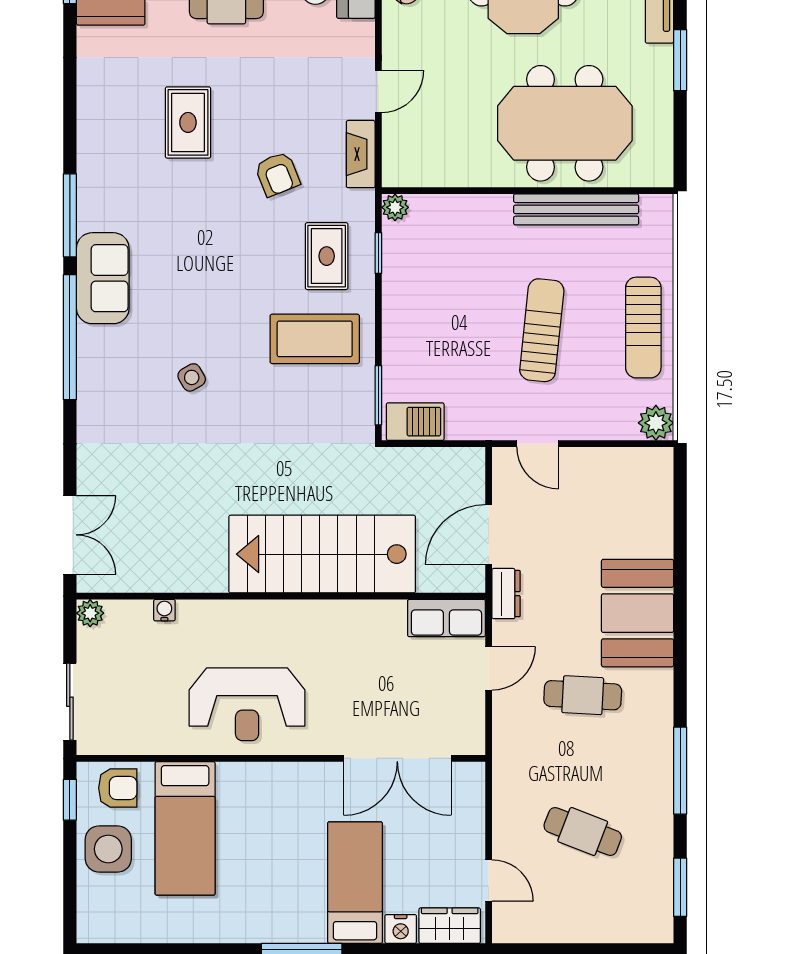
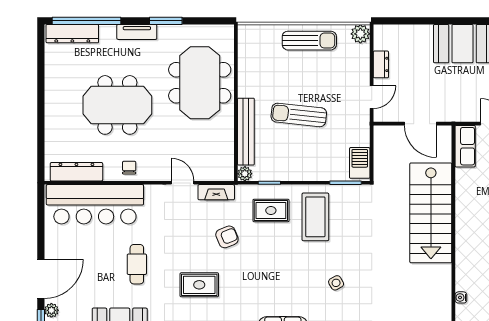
bench: (576, 209) -> (246, 132), moved
sun lounger: (542, 330) -> (299, 115), moved
dresser: (506, 594) -> (381, 64), moved, turned 90

